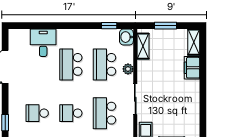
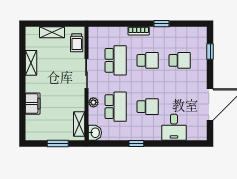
window: (109, 26) -> (136, 143), moved
shelving: (194, 42) -> (31, 63), moved
school desk: (71, 64) -> (148, 107), width x0.54

